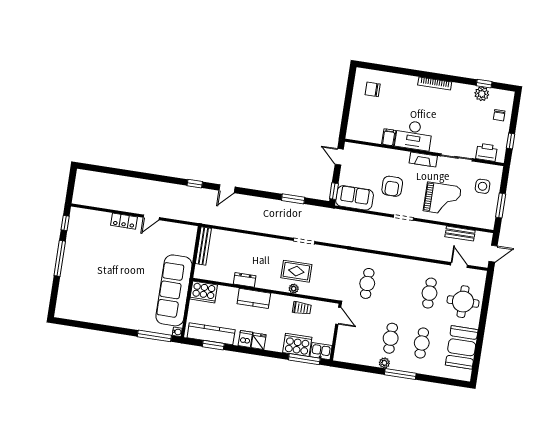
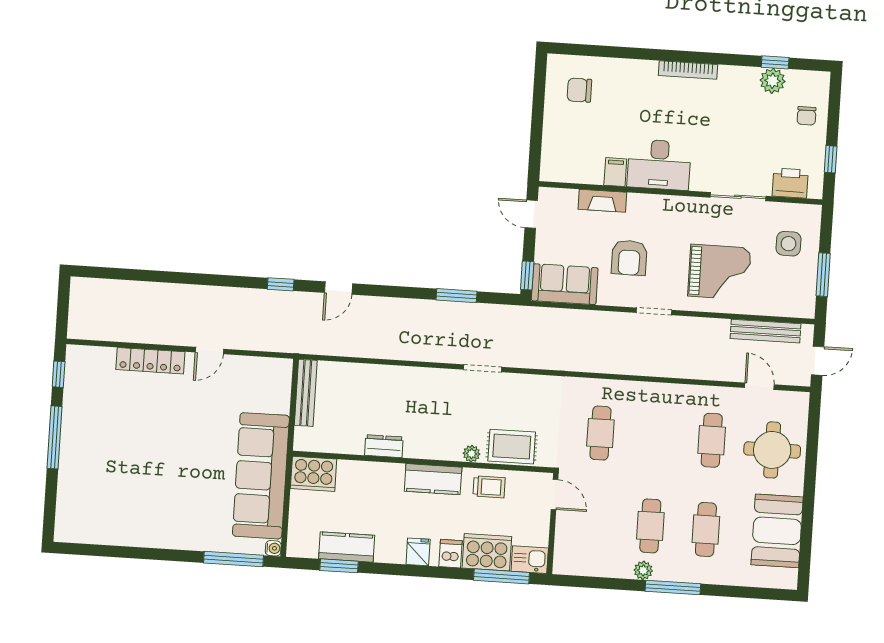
fireplace: (423, 160) -> (602, 201), moved
locker: (124, 221) -> (150, 361), width x1.53
bench: (460, 234) -> (766, 331), width x1.36
rug: (296, 271) -> (512, 447), moved
kitchen counter: (254, 298) -> (433, 479), moved
kitchen counter: (211, 334) -> (347, 547), width x0.67
dishwasher: (245, 339) -> (451, 554), moved

